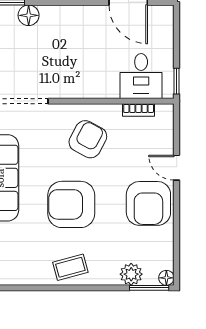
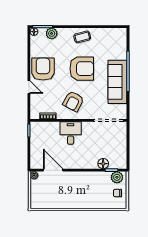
desk: (141, 76) -> (71, 133), moved

